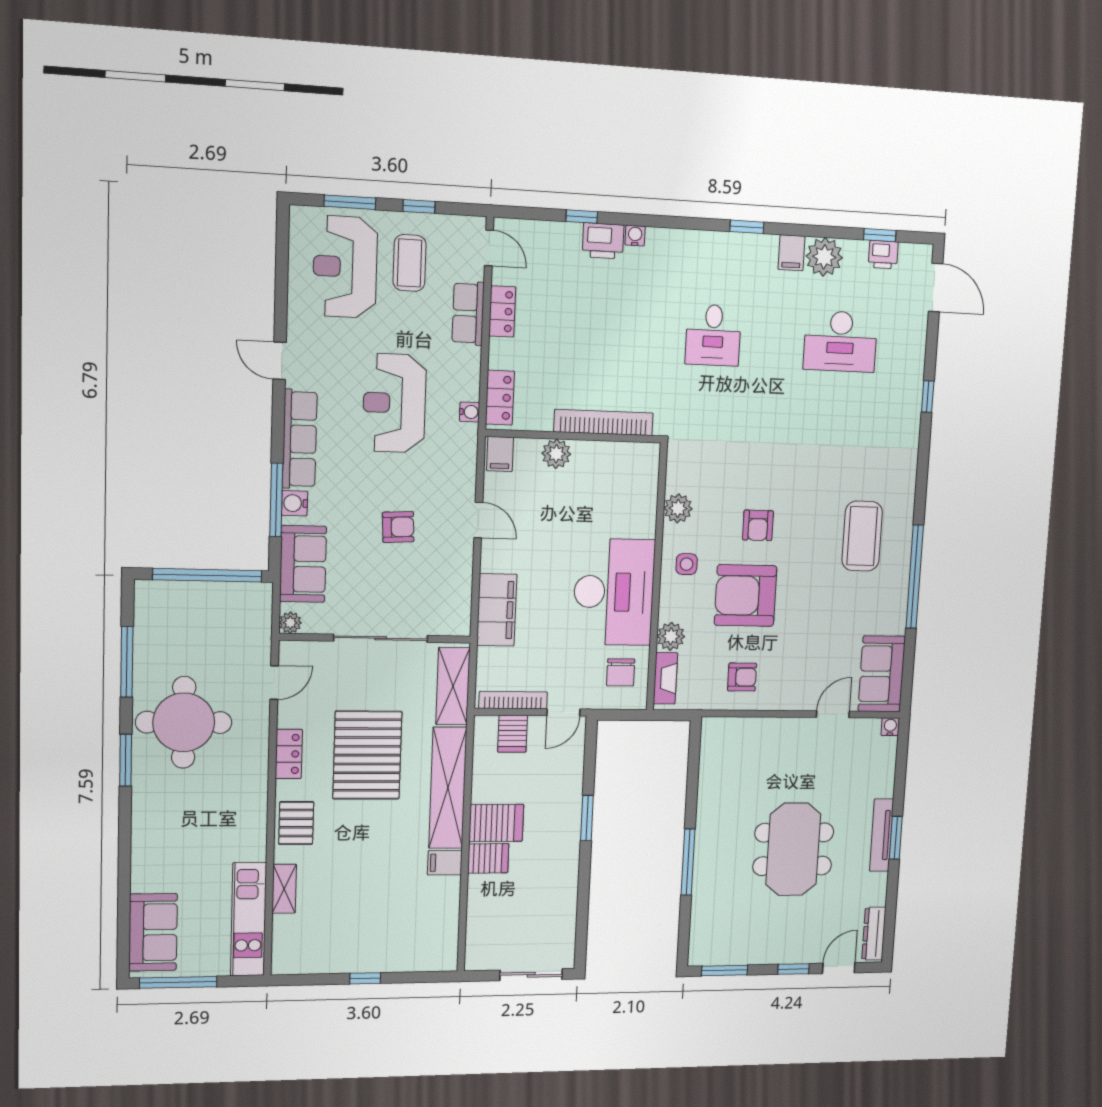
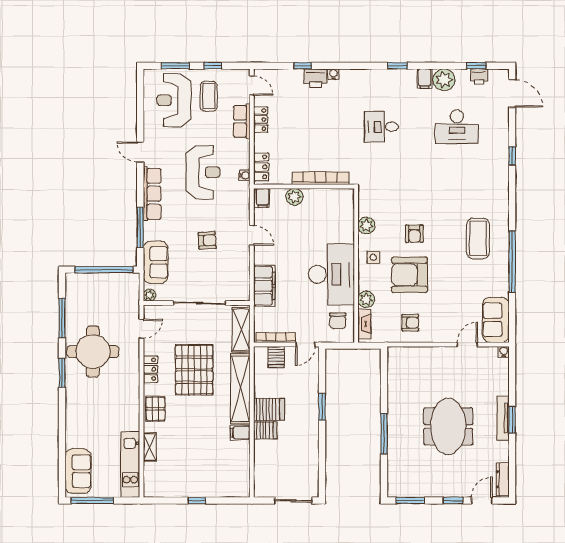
desk: (713, 335) -> (381, 127), turned 90
reception desk: (394, 403) -> (203, 172), turned 180
water cooler: (295, 503) -> (150, 229), removed

